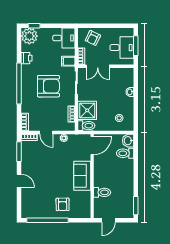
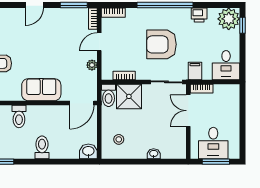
armchair: (93, 38) -> (226, 104), removed
armchair: (48, 86) -> (161, 44), turned 90
door: (92, 146) -> (82, 103), hinge flipped
toilet: (125, 153) -> (42, 147), moved

